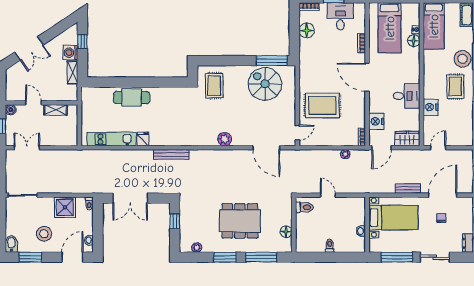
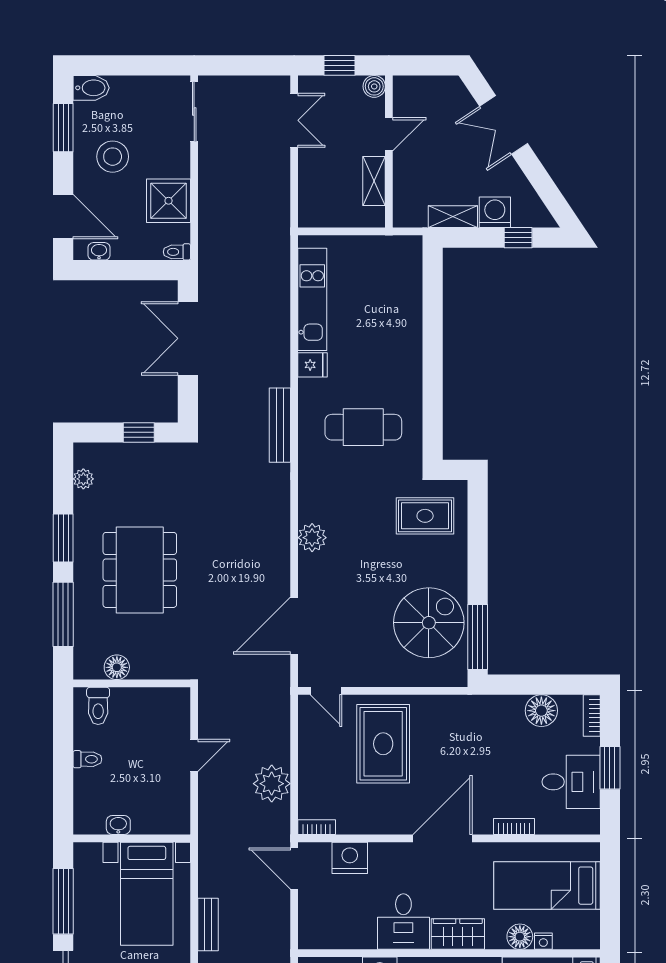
cafe table: (132, 98) -> (363, 427), moved, turned 90
wardrobe: (407, 139) -> (458, 934), moved, turned -90
plant: (345, 154) -> (272, 784), width x1.88, depth x1.88
toilet: (304, 207) -> (98, 706), moved

